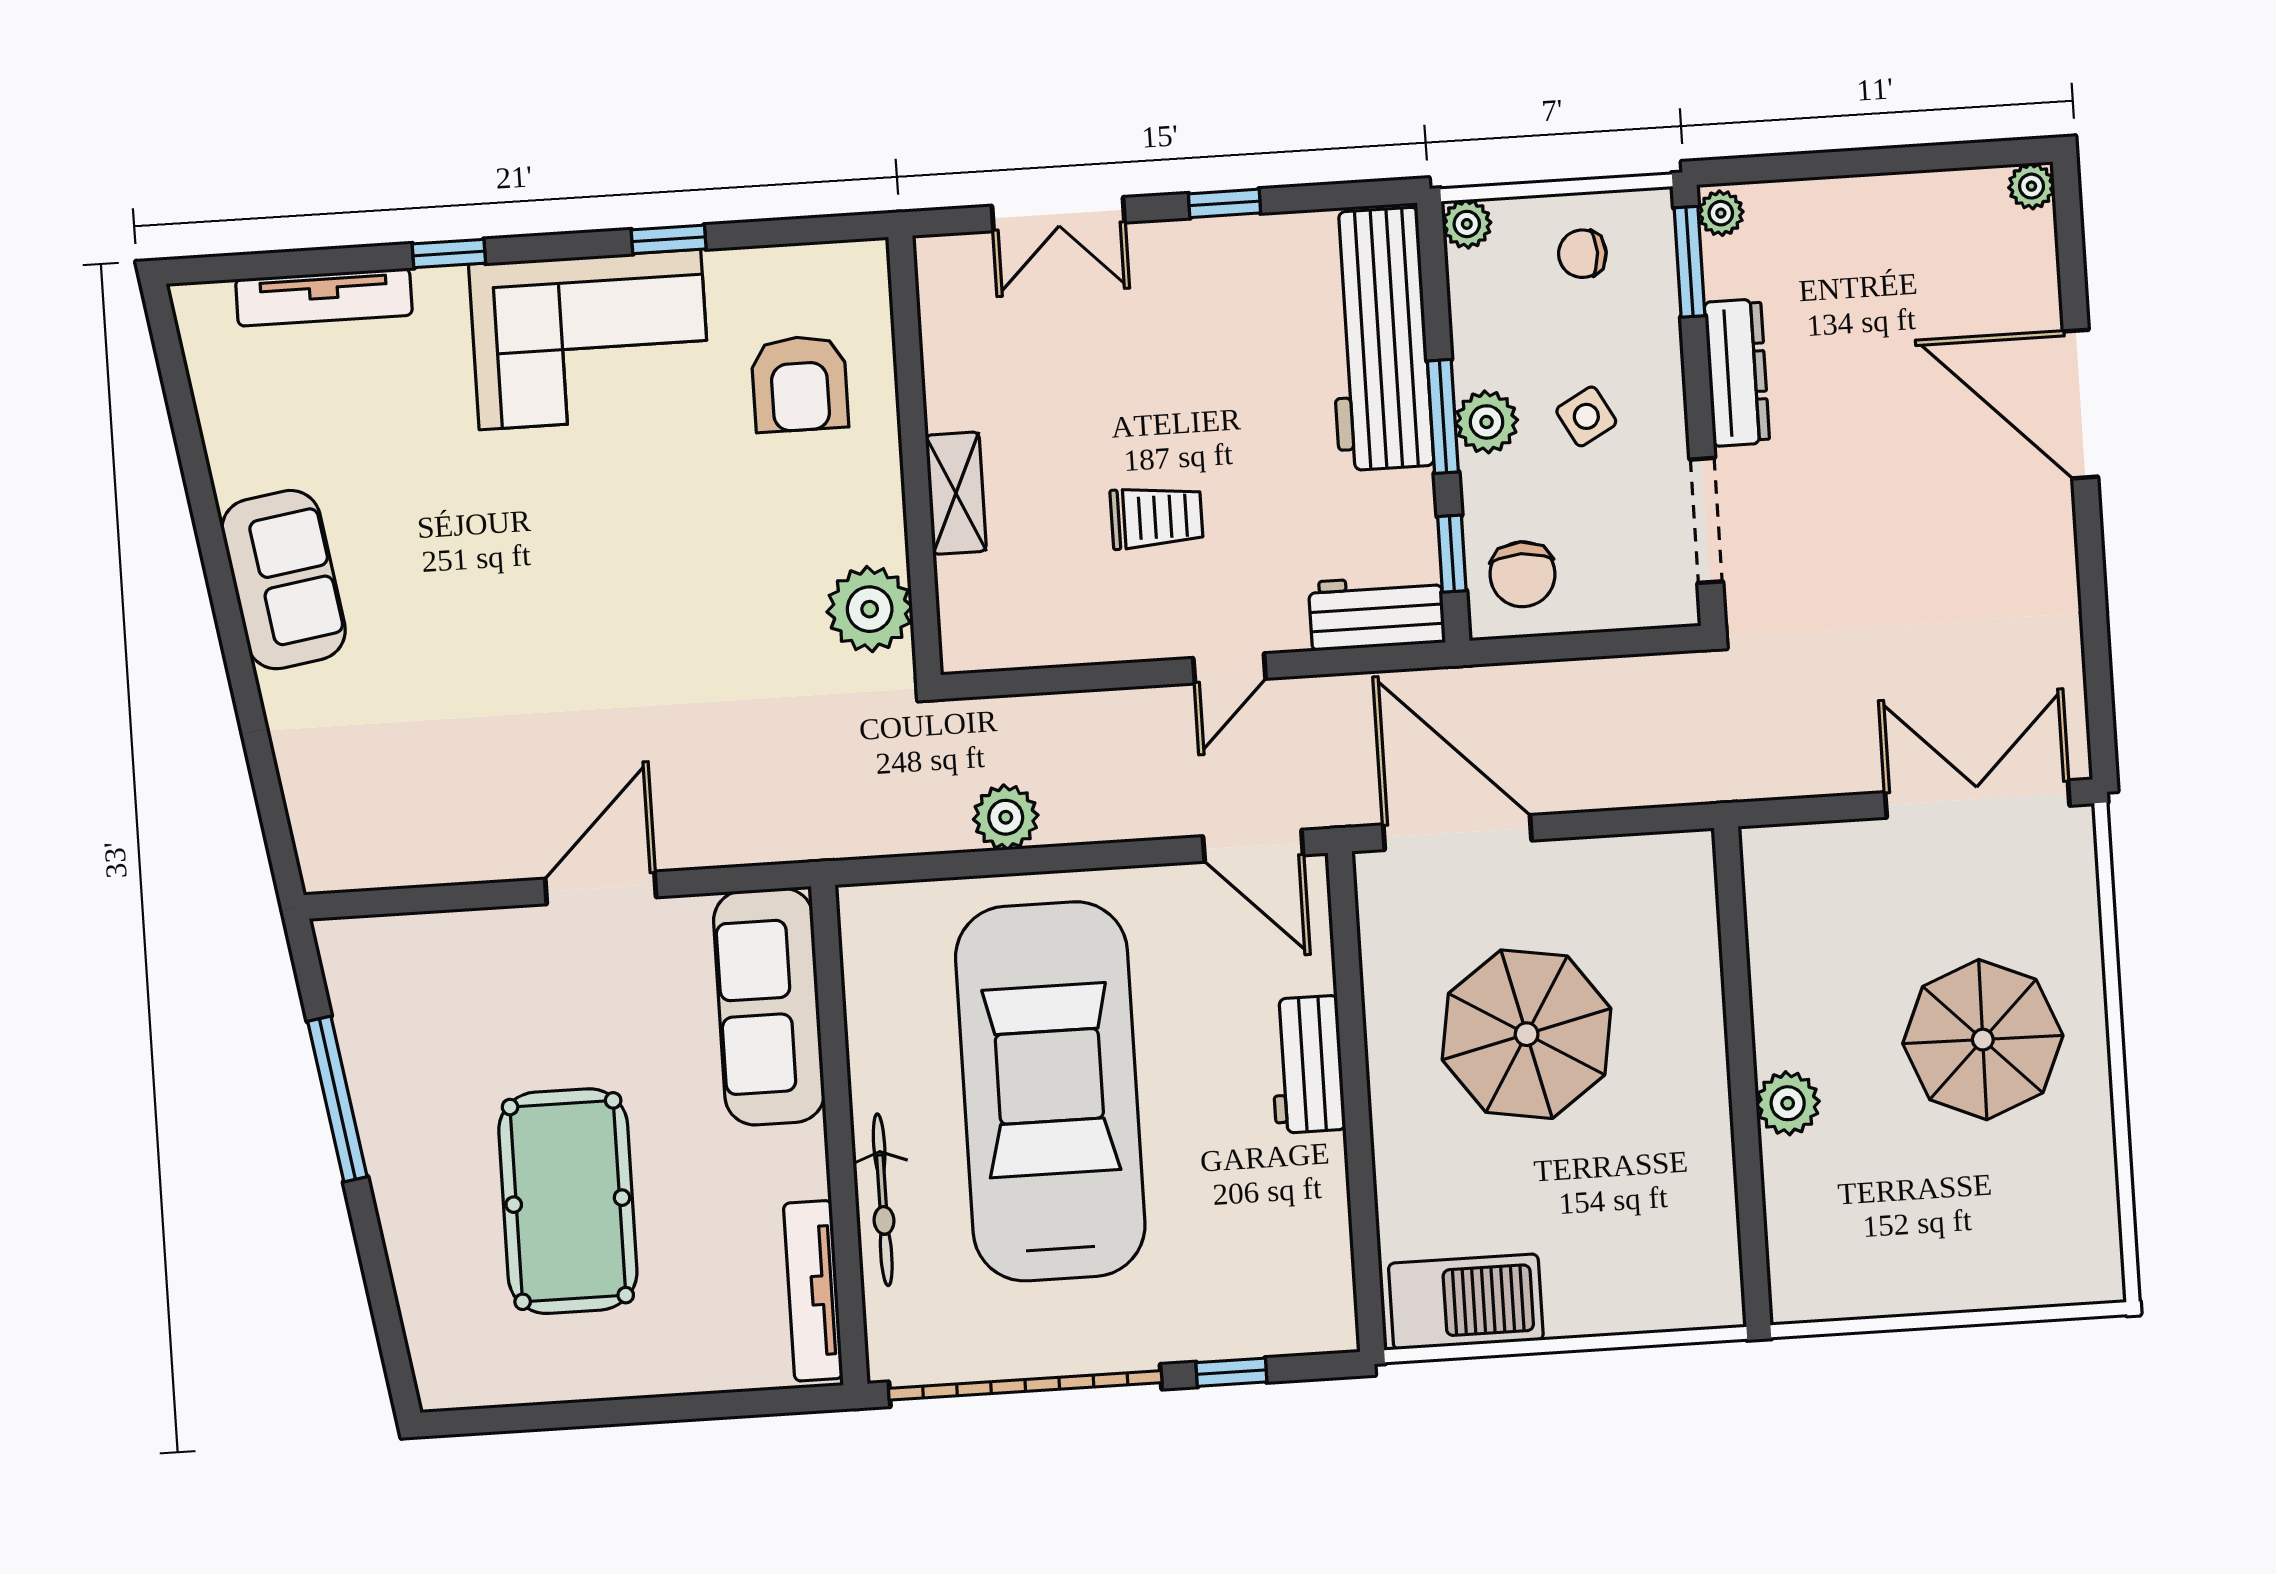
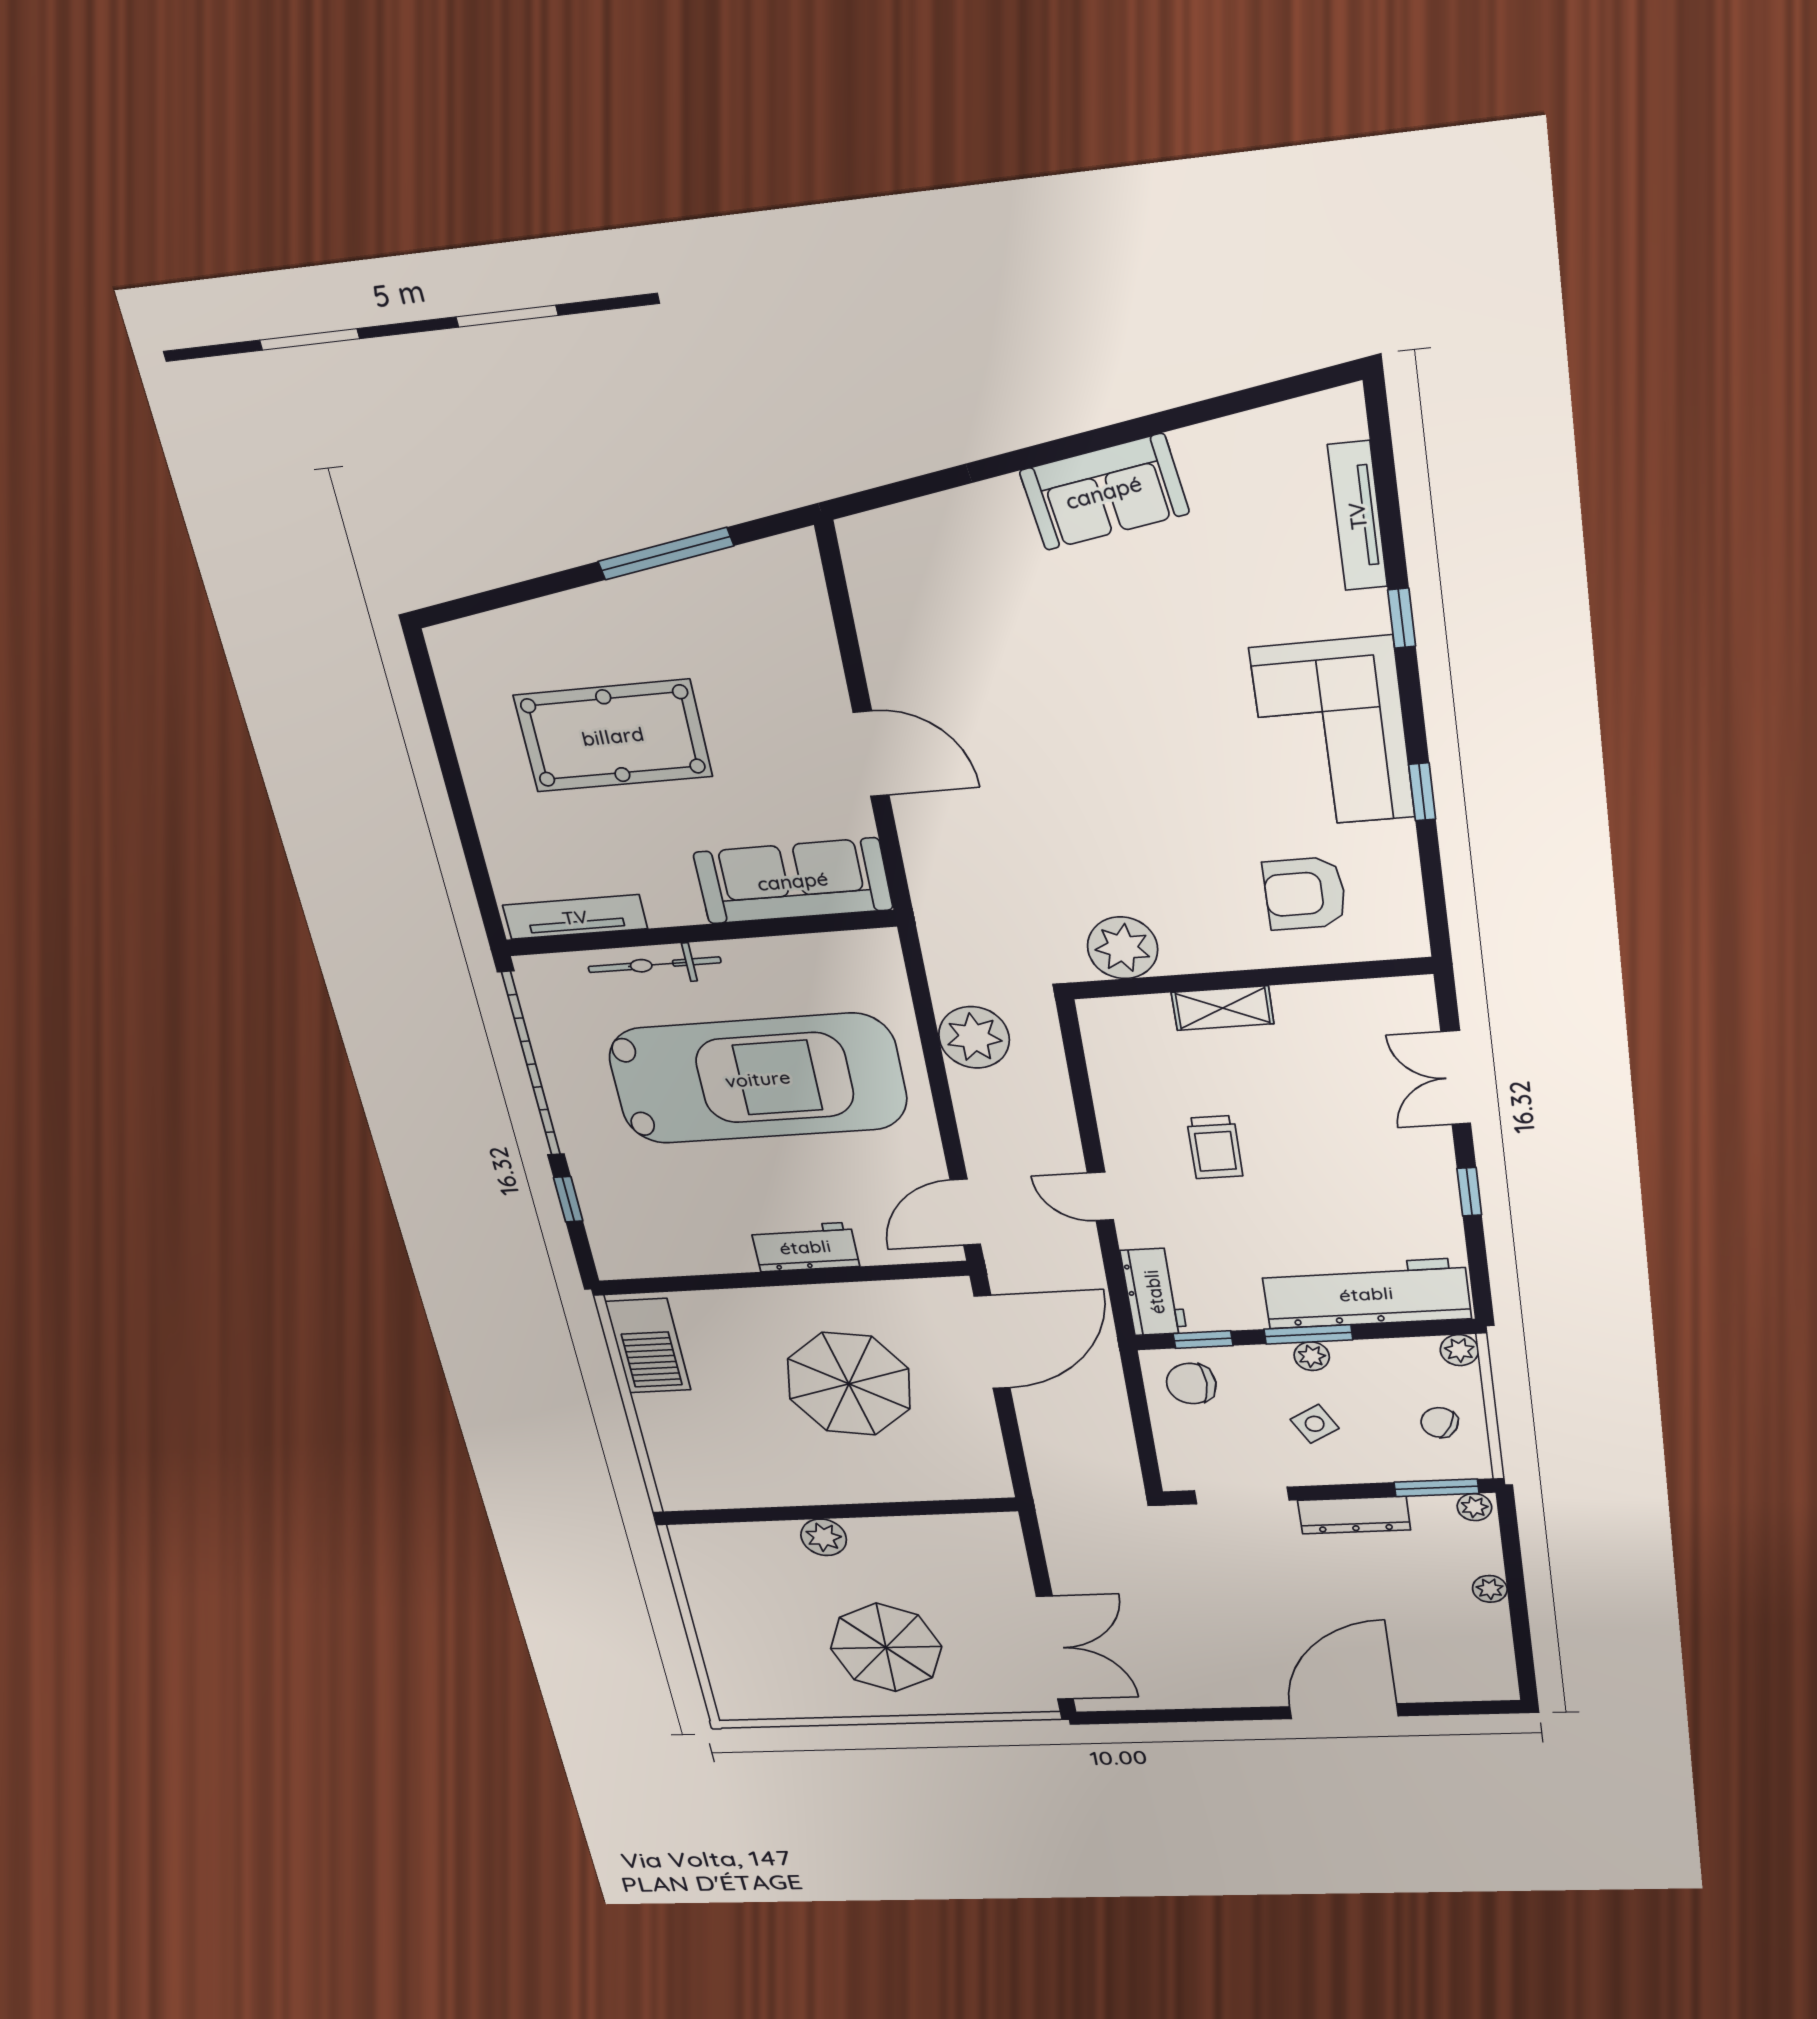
plant: (2031, 186) -> (1490, 1589), moved
chair: (1582, 254) -> (1440, 1422), turned -63
plant: (1487, 422) -> (1312, 1356), width x0.73, depth x0.73
plant: (1006, 817) -> (974, 1037), width x1.36, depth x1.36

